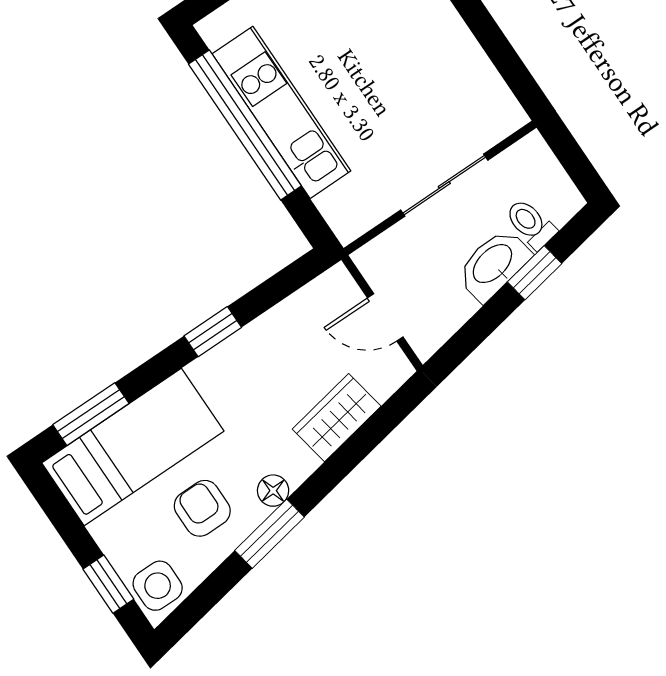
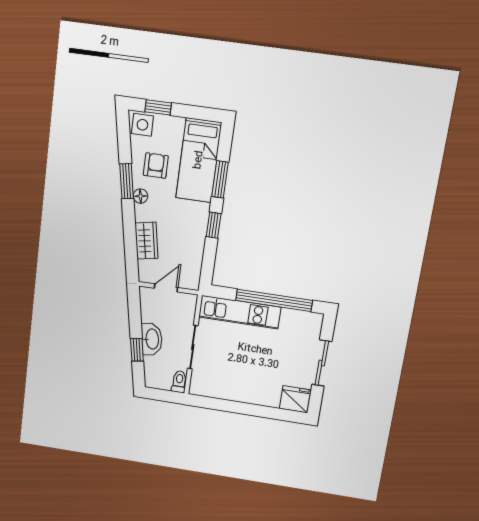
kitchen unit: (281, 112) -> (240, 312), moved
toilet: (531, 224) -> (179, 382), moved, turned -80
window: (91, 414) -> (220, 179), moved
armchair: (202, 508) -> (156, 166), turned -90

